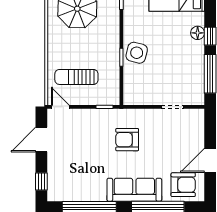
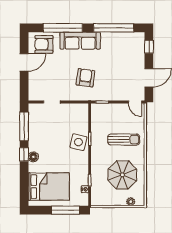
sun lounger: (76, 77) -> (124, 140), moved
armchair: (127, 140) -> (85, 78), turned -82

